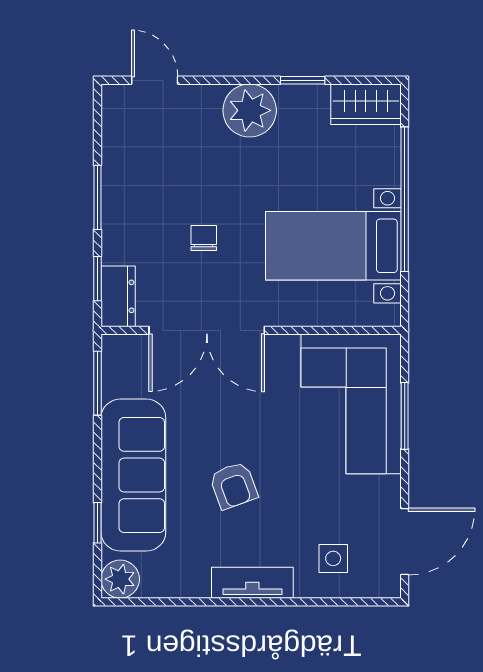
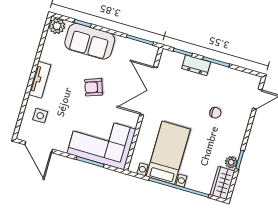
plant: (250, 110) -> (231, 162), moved, width x0.53, depth x0.53
chair: (204, 238) -> (215, 113), moved
dresser: (118, 296) -> (196, 65), moved
sofa: (133, 475) -> (90, 41), width x0.73
armchair: (234, 485) -> (94, 87), moved

